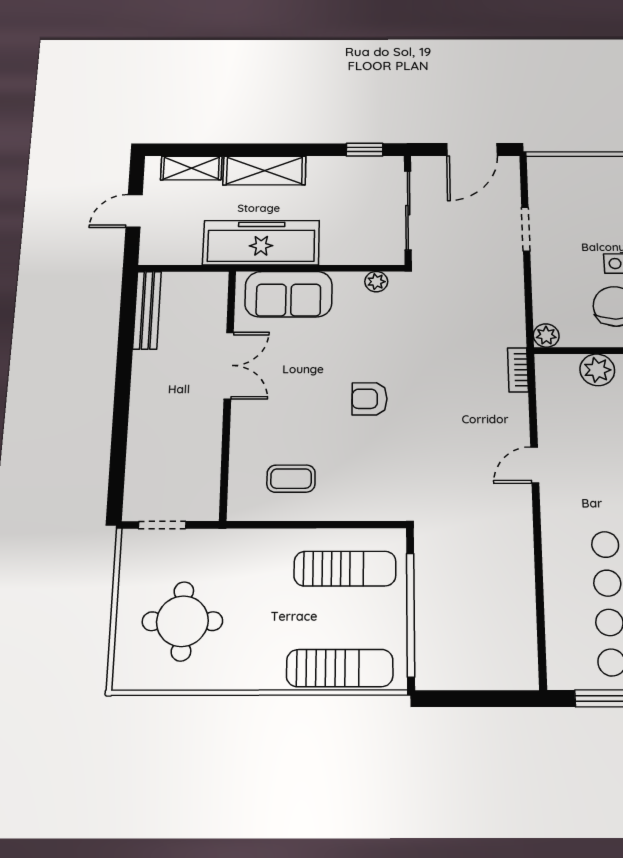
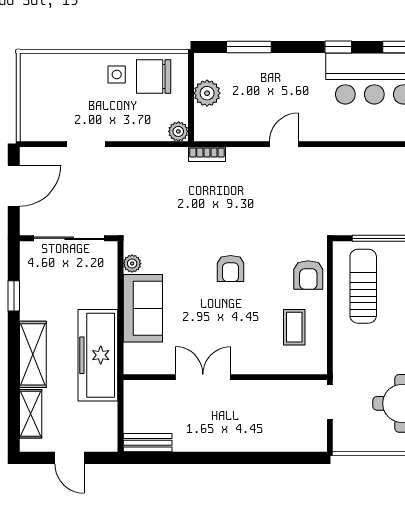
door: (472, 149) -> (14, 186), hinge flipped
window: (365, 150) -> (14, 296), moved
sofa: (289, 294) -> (143, 308), moved
bench: (147, 310) -> (148, 443), width x0.73
door: (535, 465) -> (284, 144), swing flipped
armchair: (361, 497) -> (308, 275), added
doorway: (162, 525) -> (330, 402), moved

